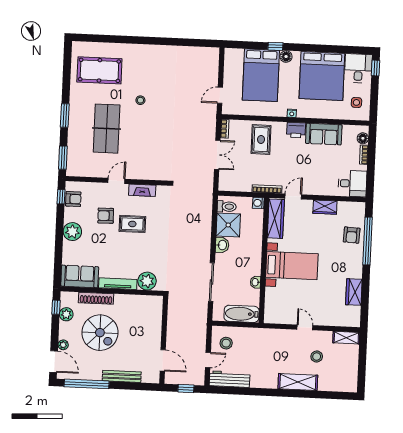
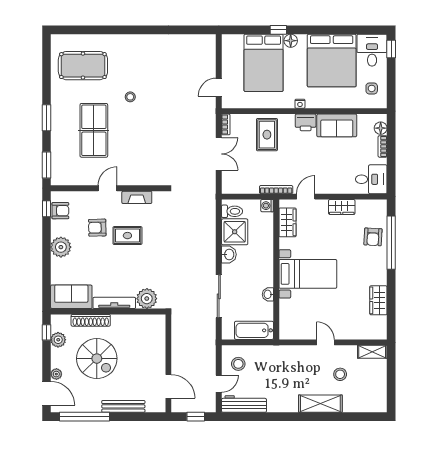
wardrobe: (276, 219) -> (287, 222), width x0.67

